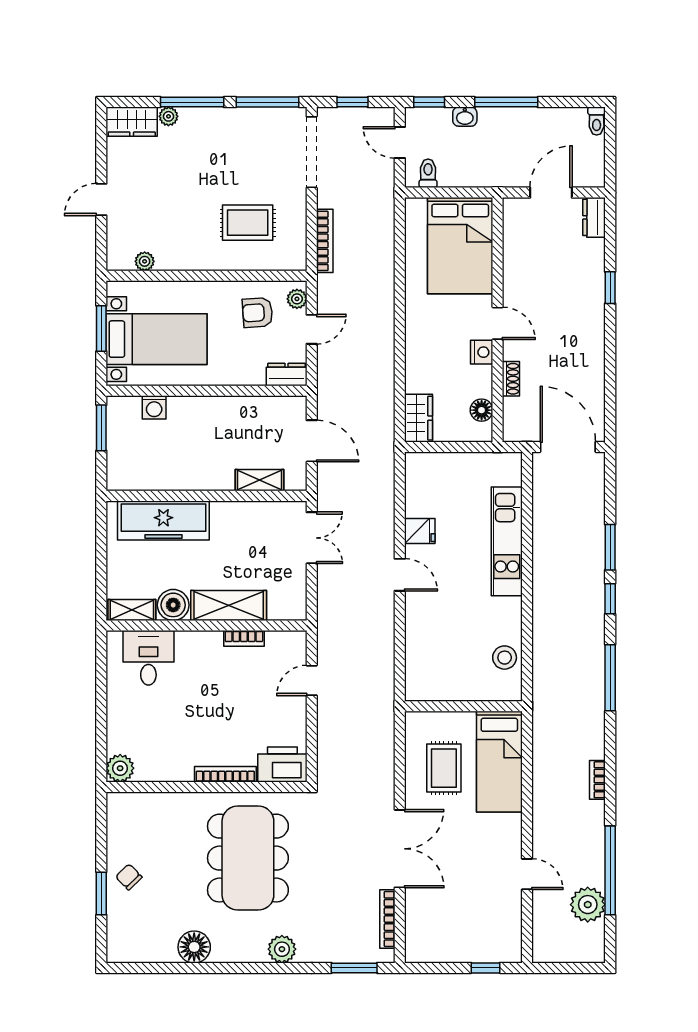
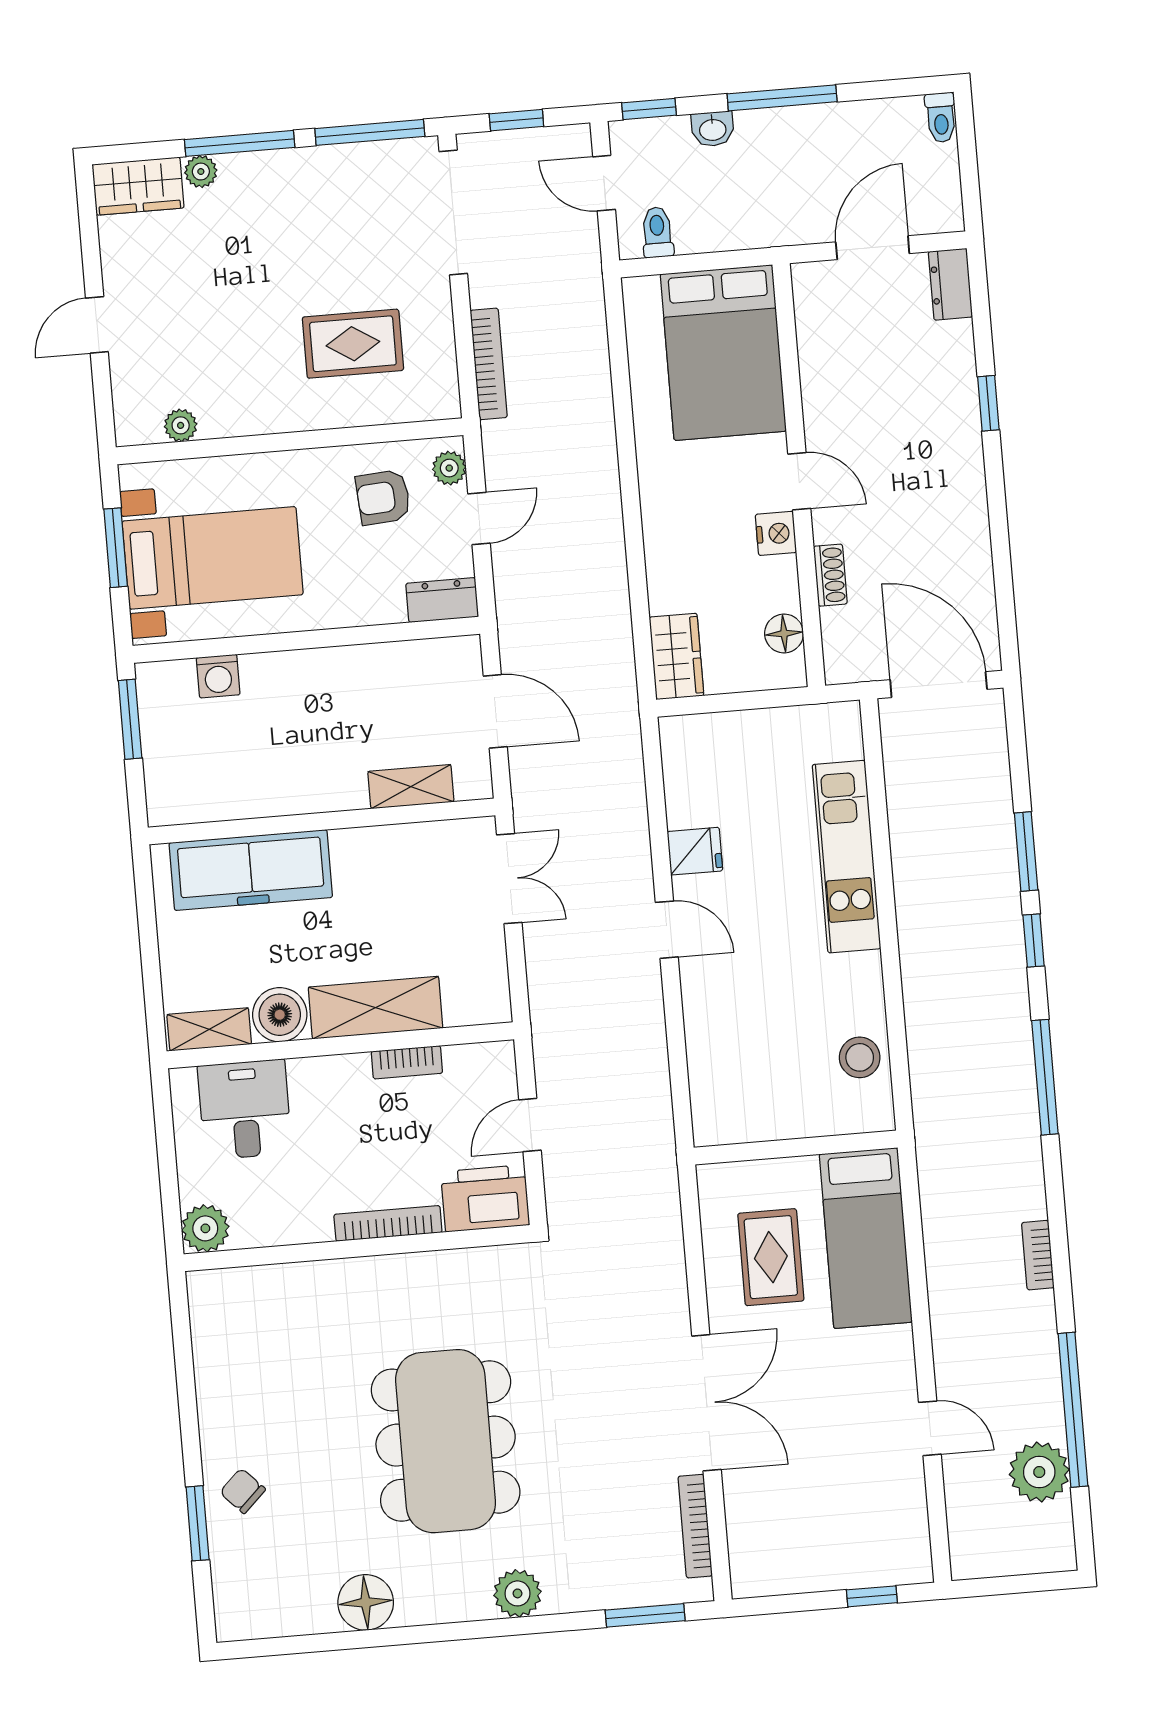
printer: (282, 765) -> (485, 1198), moved
plant: (120, 768) -> (205, 1228), moved
bookcase: (225, 774) -> (388, 1223), moved
wall: (207, 787) -> (357, 1248), moved

